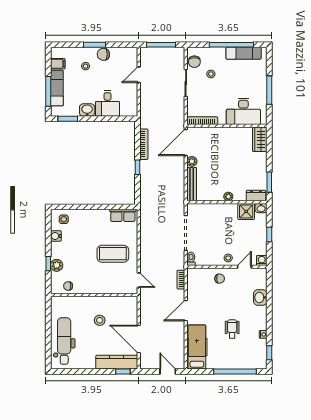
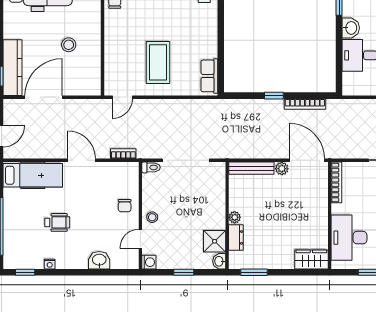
dresser: (256, 196) -> (236, 237), moved
door: (244, 267) -> (140, 239), swing flipped

